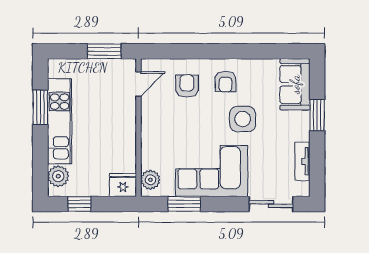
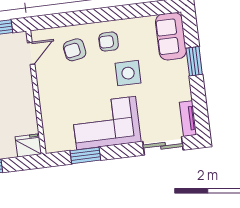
armchair: (226, 82) -> (109, 42), turned 90
armchair: (187, 86) -> (75, 50), turned -100
tv unit: (302, 161) -> (188, 119), moved
plant: (150, 180) -> (52, 138), removed

